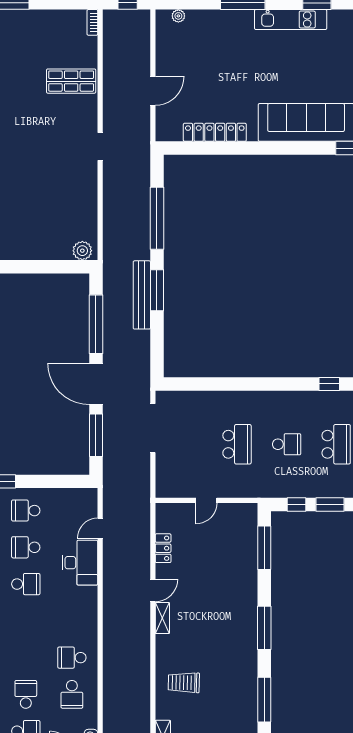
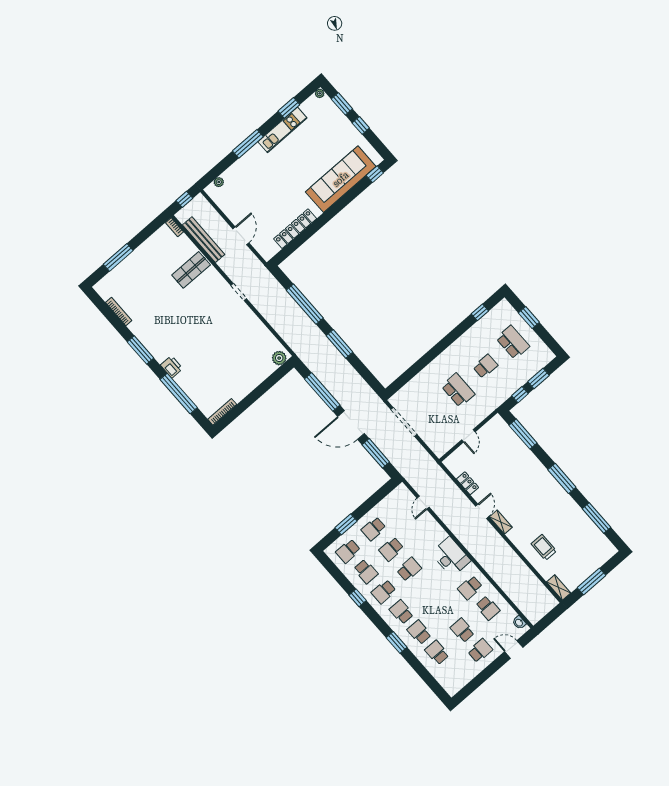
bench: (142, 295) -> (204, 240), moved
desk: (80, 563) -> (451, 557), moved
trolley: (184, 683) -> (544, 547), turned 89

